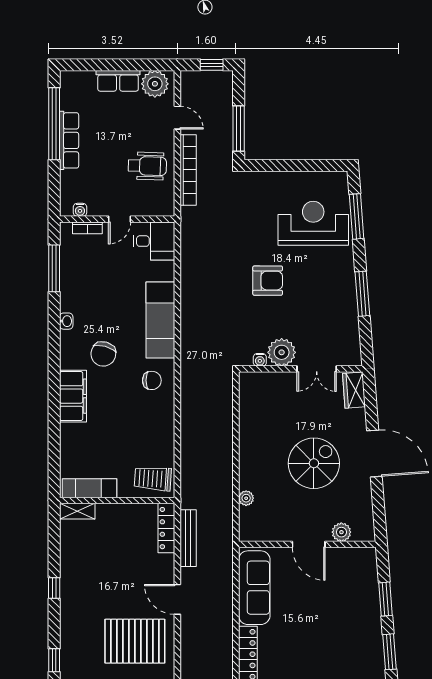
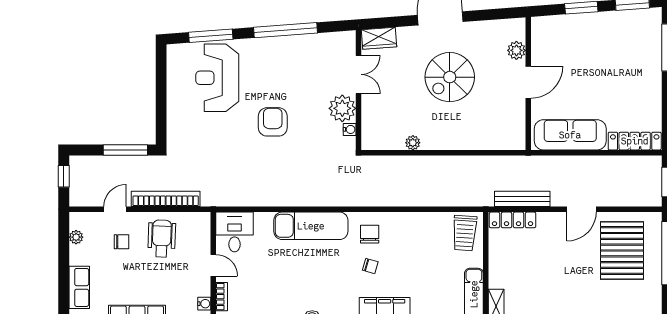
row of seats: (118, 81) -> (79, 287), moved
plant: (155, 84) -> (76, 237), width x0.53, depth x0.53
chair: (144, 124) -> (122, 242), added
window: (362, 294) -> (286, 30), width x1.46
chair: (103, 354) -> (370, 266), moved, width x0.54, depth x0.54
spiral stairs: (314, 463) -> (450, 77), turned -90
plant: (246, 498) -> (413, 143), moved

